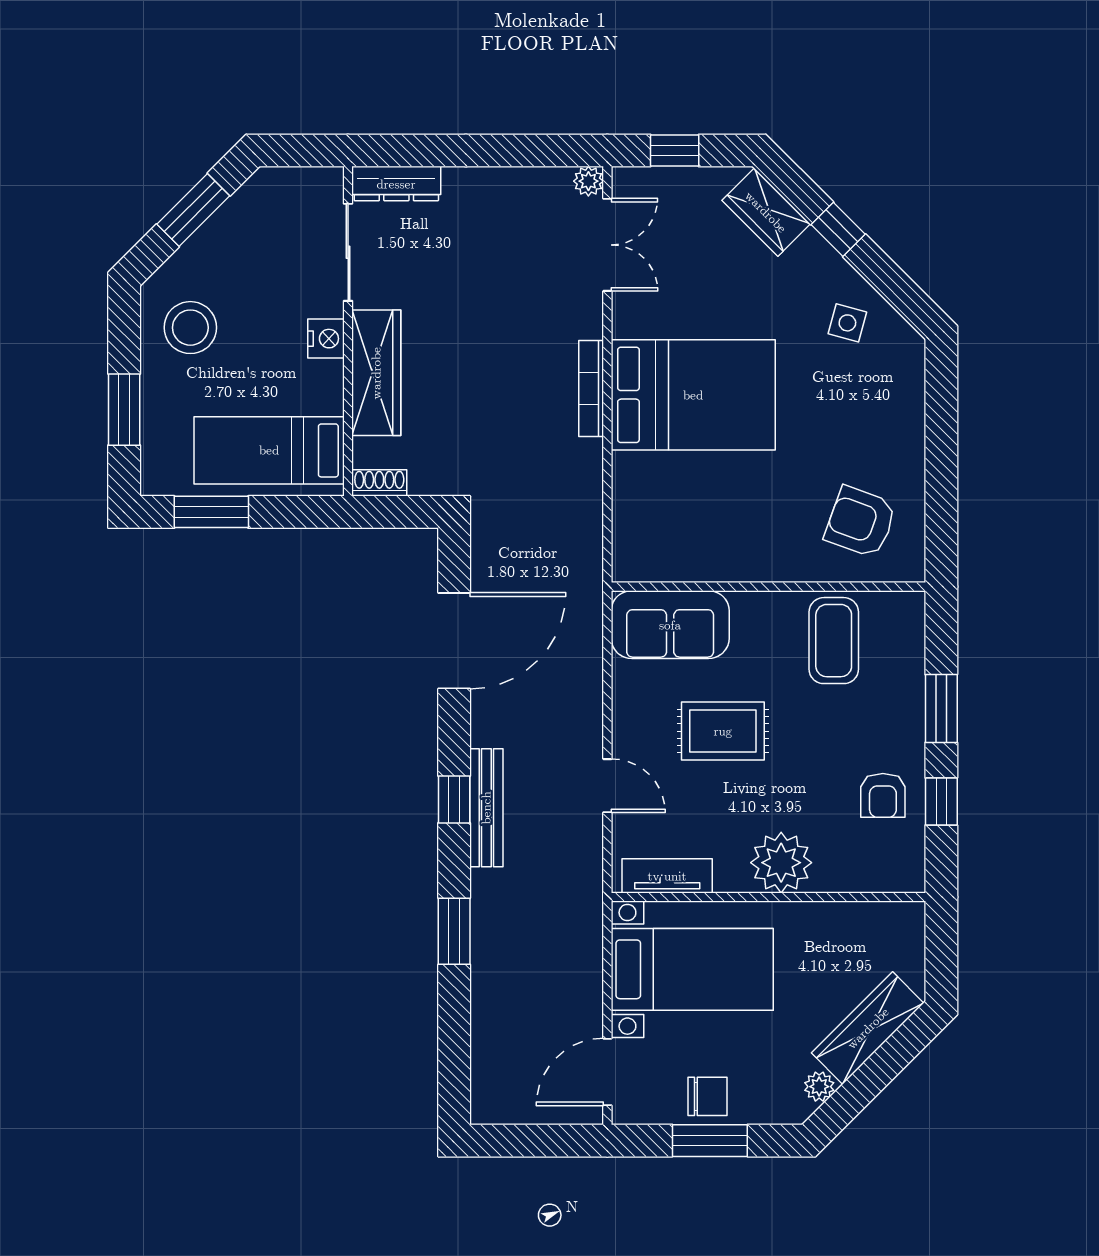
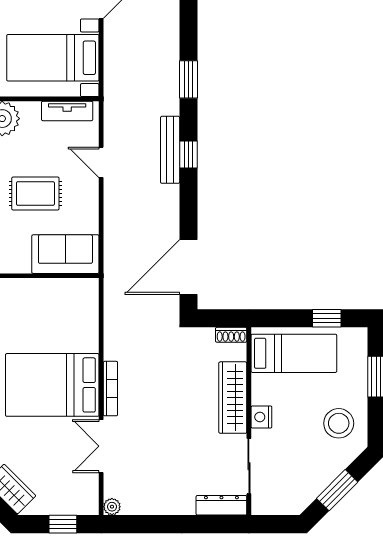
double door: (607, 245) -> (101, 446), moved
window: (211, 512) -> (327, 318), width x0.67
door: (454, 641) -> (188, 267), moved

